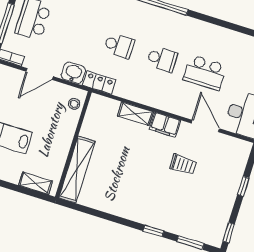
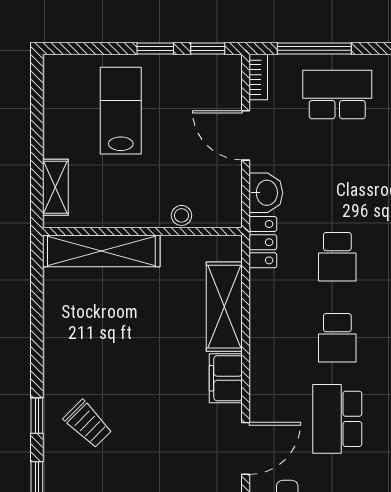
stool: (74, 104) -> (181, 215), moved
shelving: (135, 114) -> (224, 307), width x1.50, depth x1.33
trolley: (183, 165) -> (88, 424), moved, turned -45

